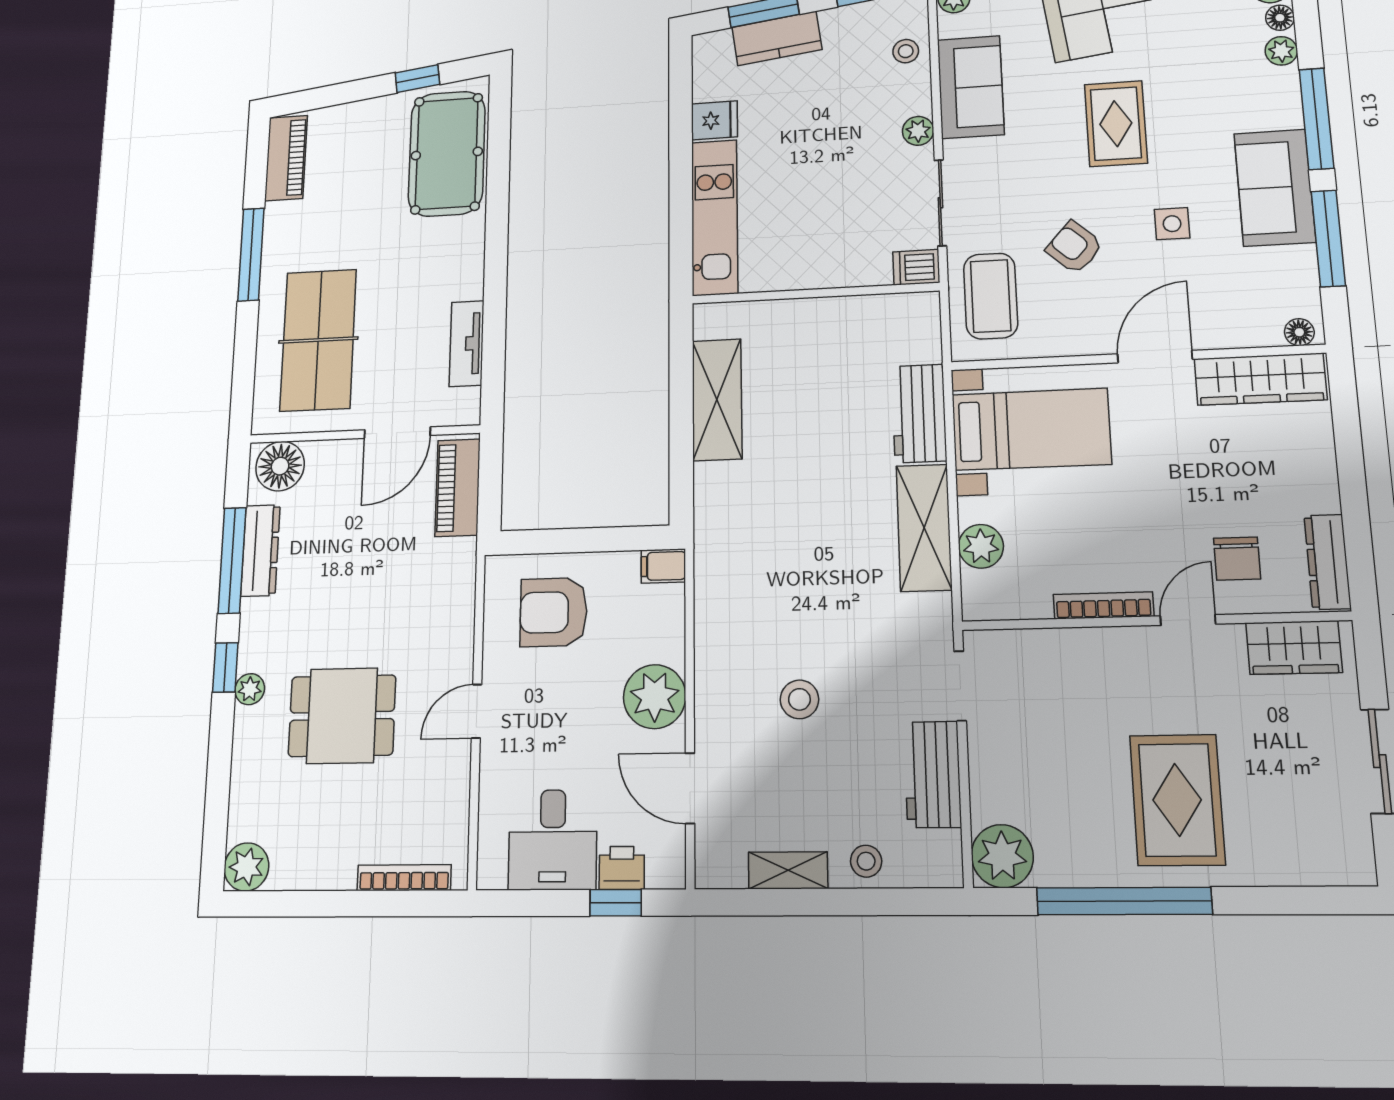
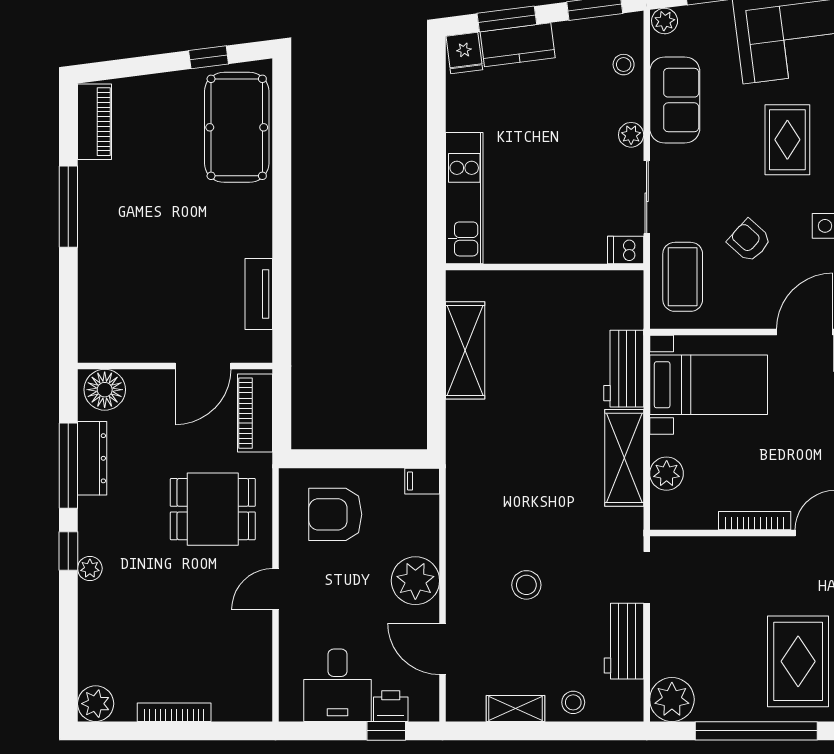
fridge: (714, 120) -> (464, 53), moved, turned 83
table tennis table: (318, 340) -> (132, 285), removed
dining table: (342, 716) -> (213, 509), moved
bookcase: (404, 878) -> (174, 712), moved

